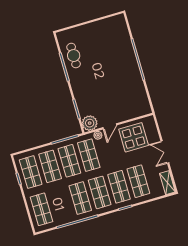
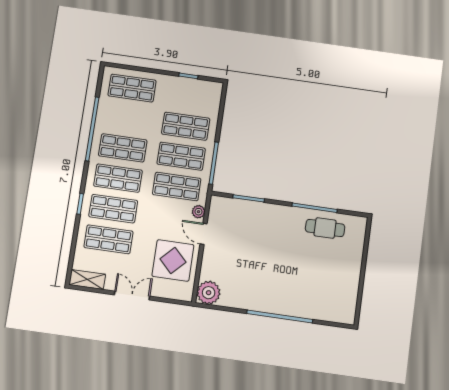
plant: (90, 123) -> (209, 293), moved
shop shelf: (31, 172) -> (190, 96), removed

